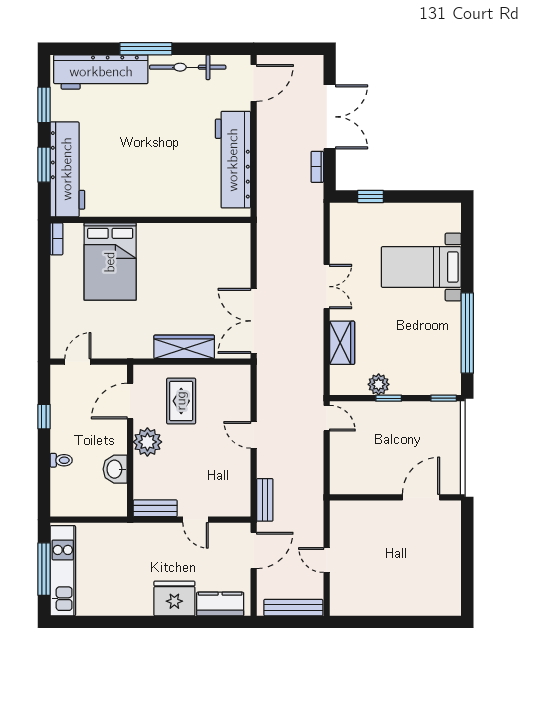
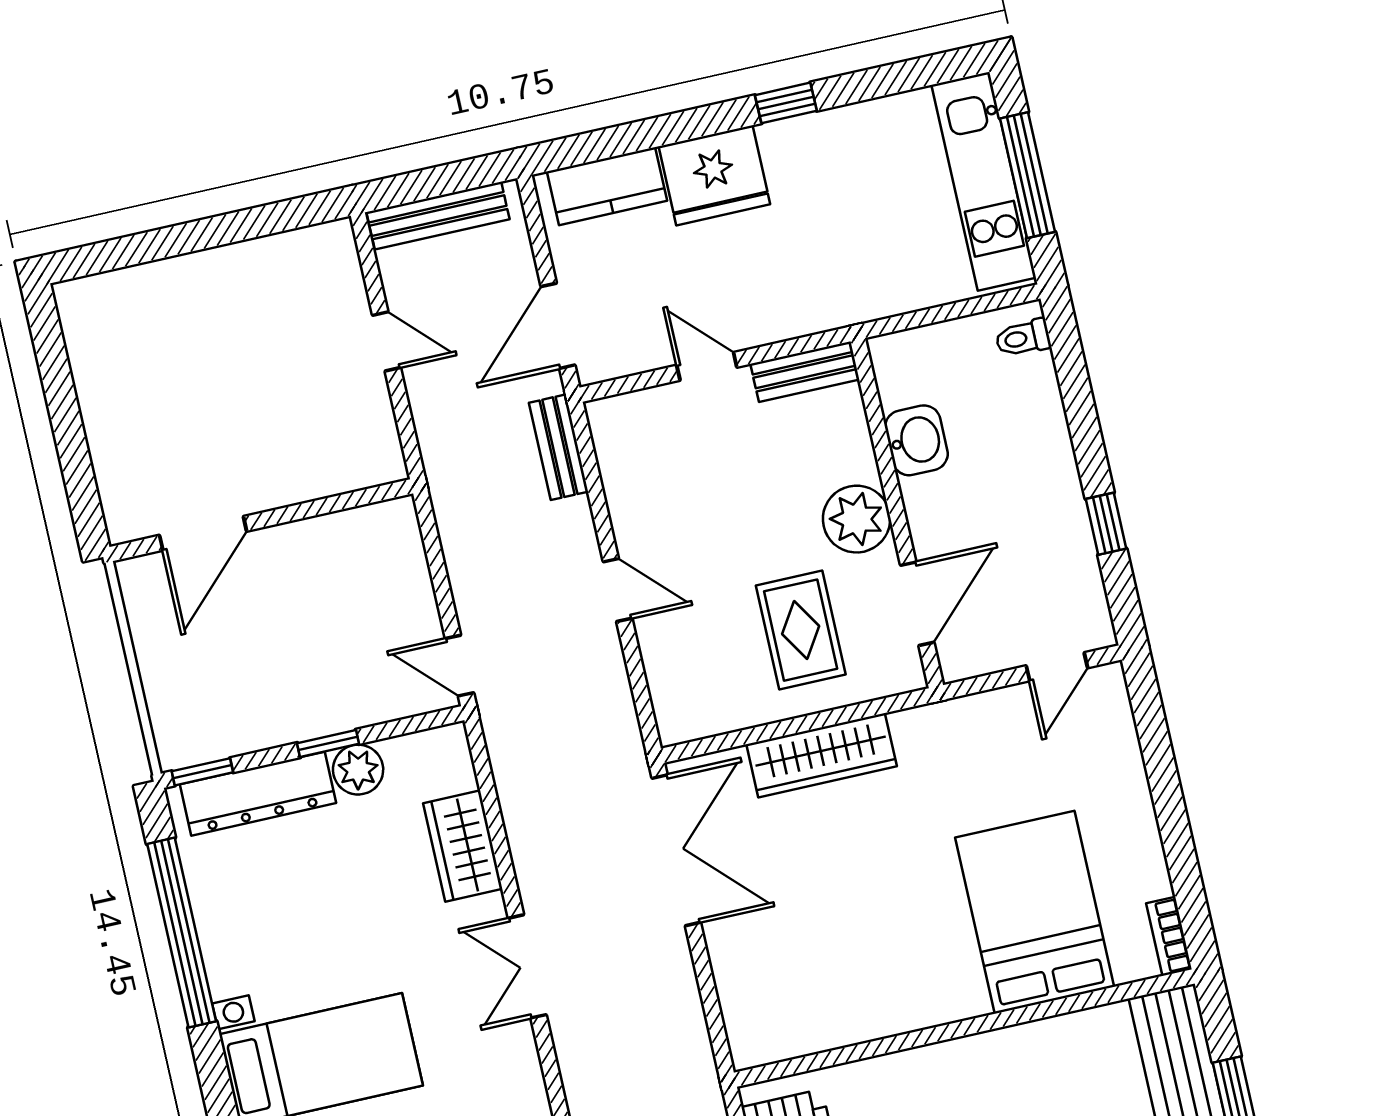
dresser: (422, 384) -> (258, 794), added
toilet: (61, 460) -> (1023, 338), moved
window: (138, 622) -> (786, 103), added

